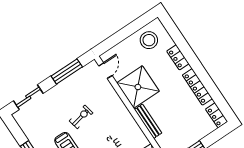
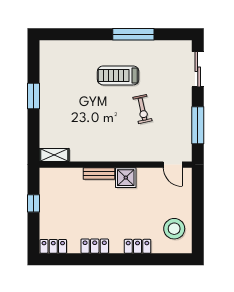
shower: (138, 87) -> (126, 178), width x0.54, depth x0.54
locker: (197, 87) -> (95, 246), width x0.66
bench: (148, 121) -> (99, 173), width x0.73

